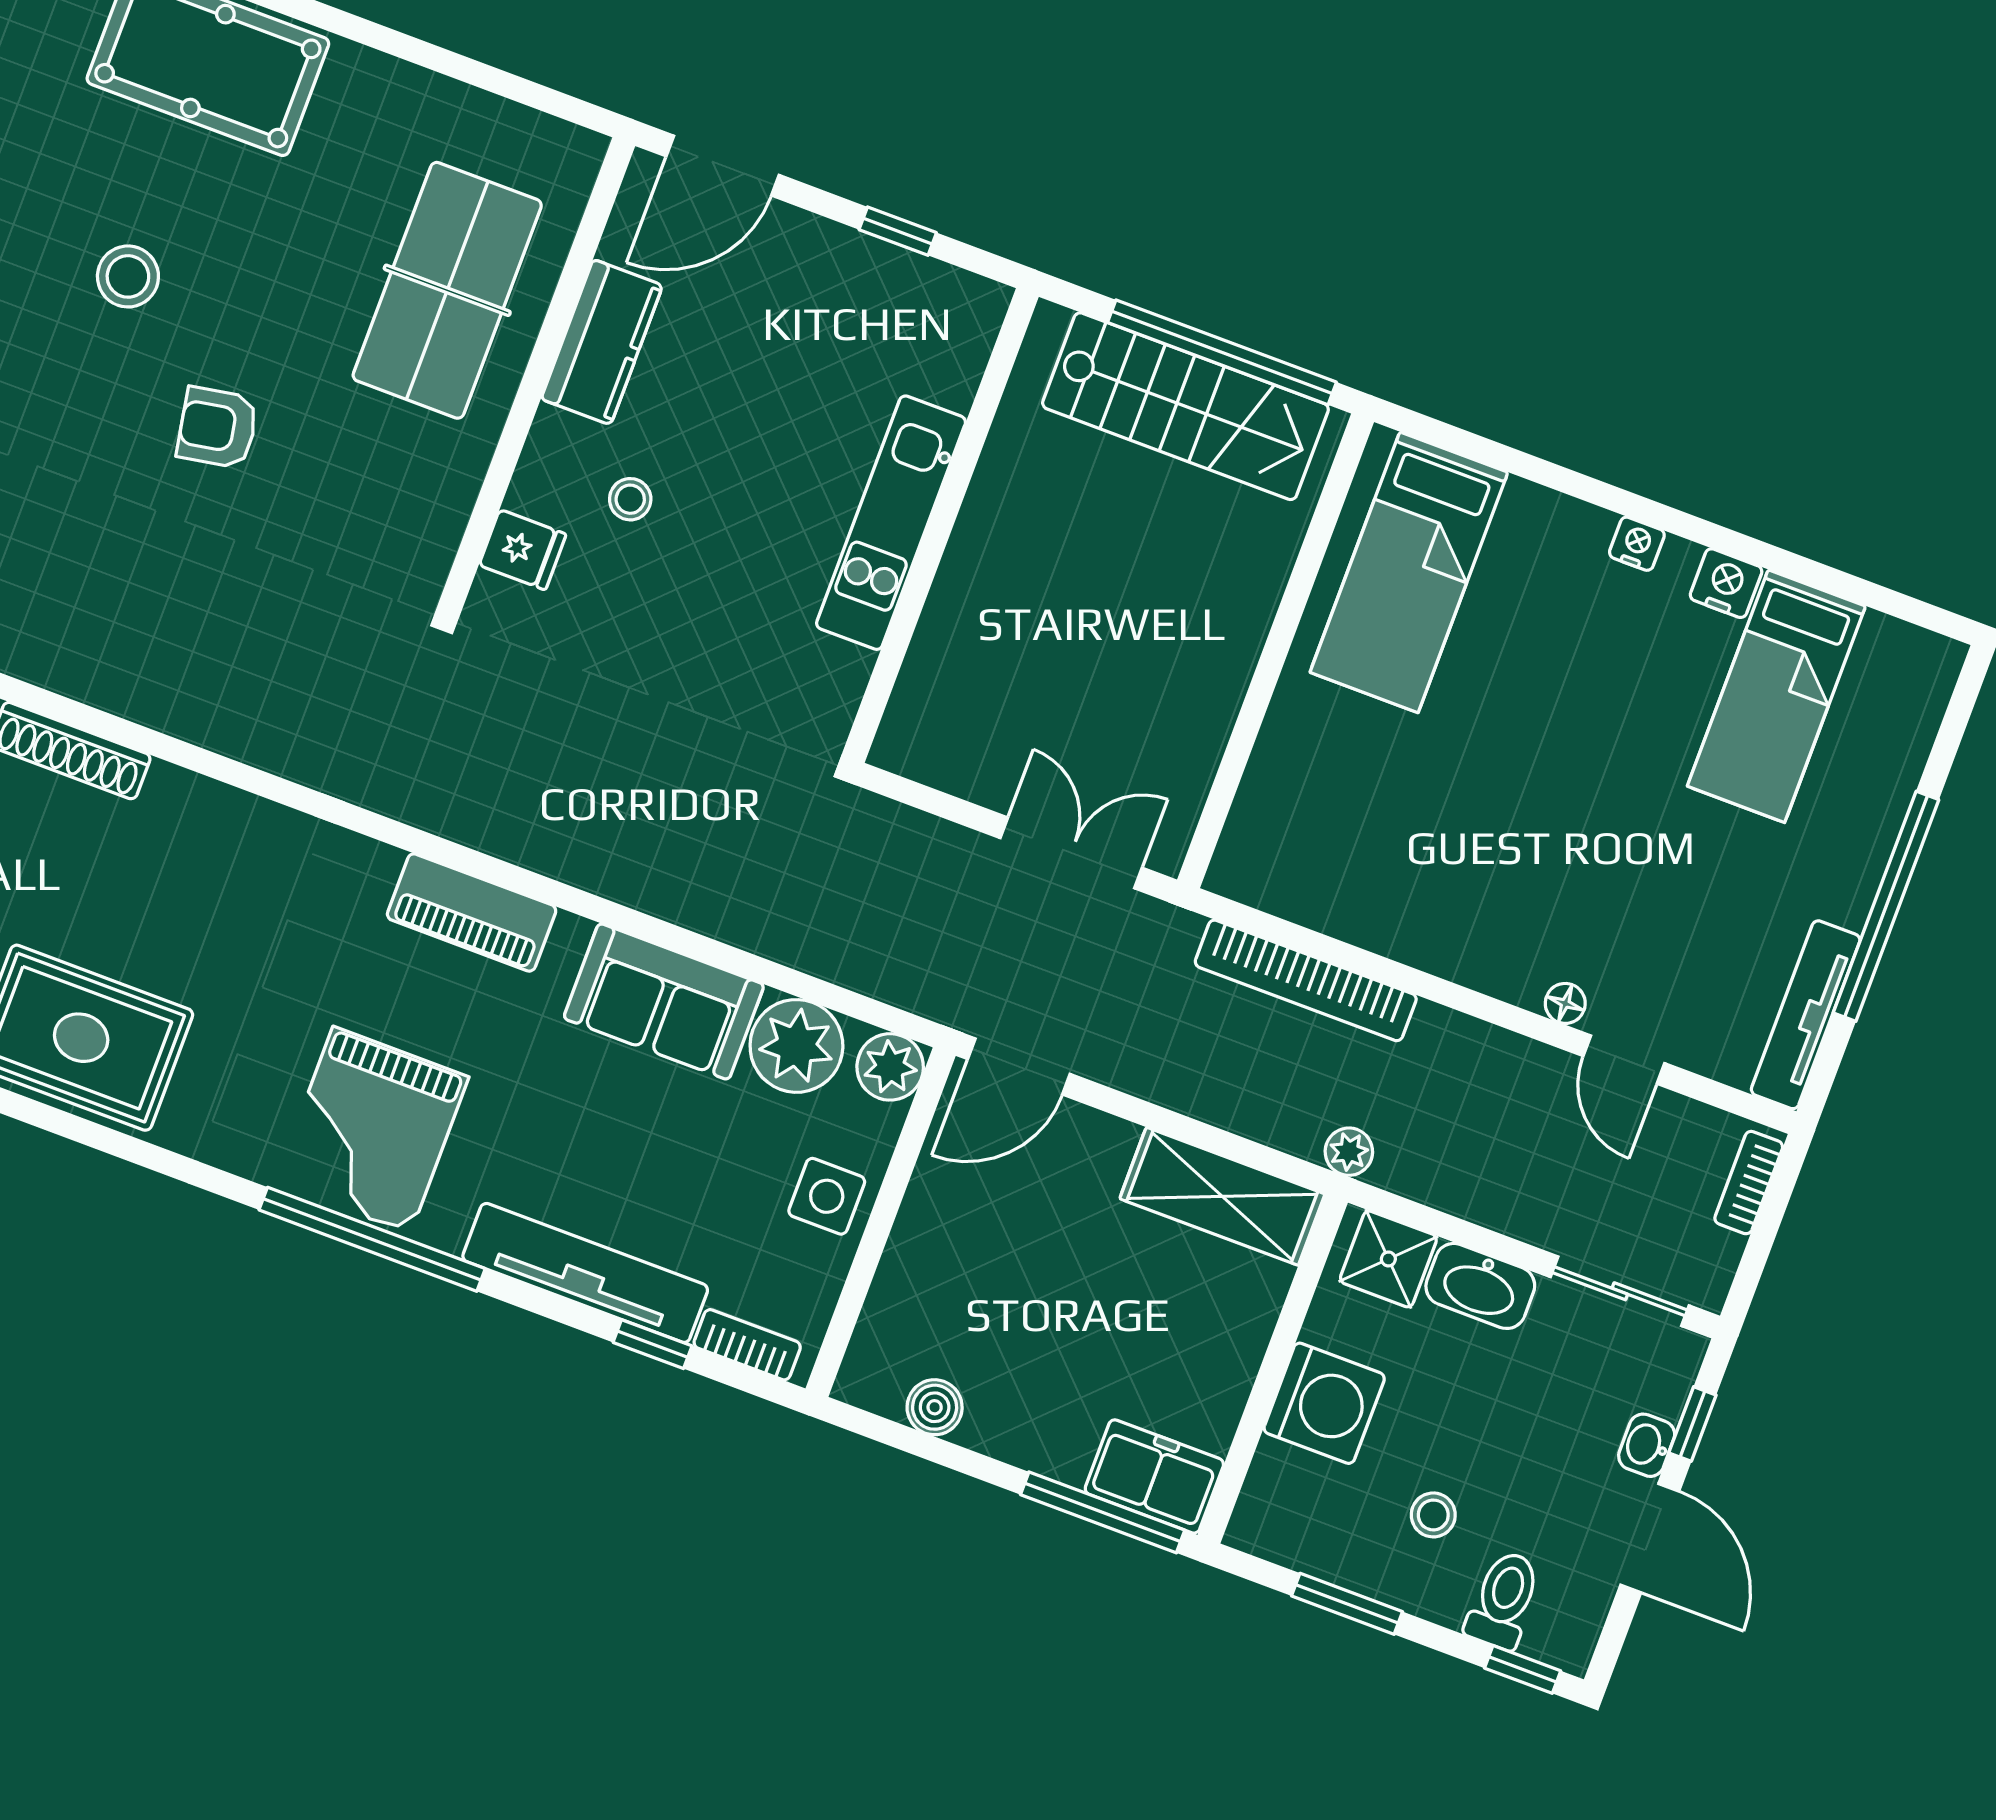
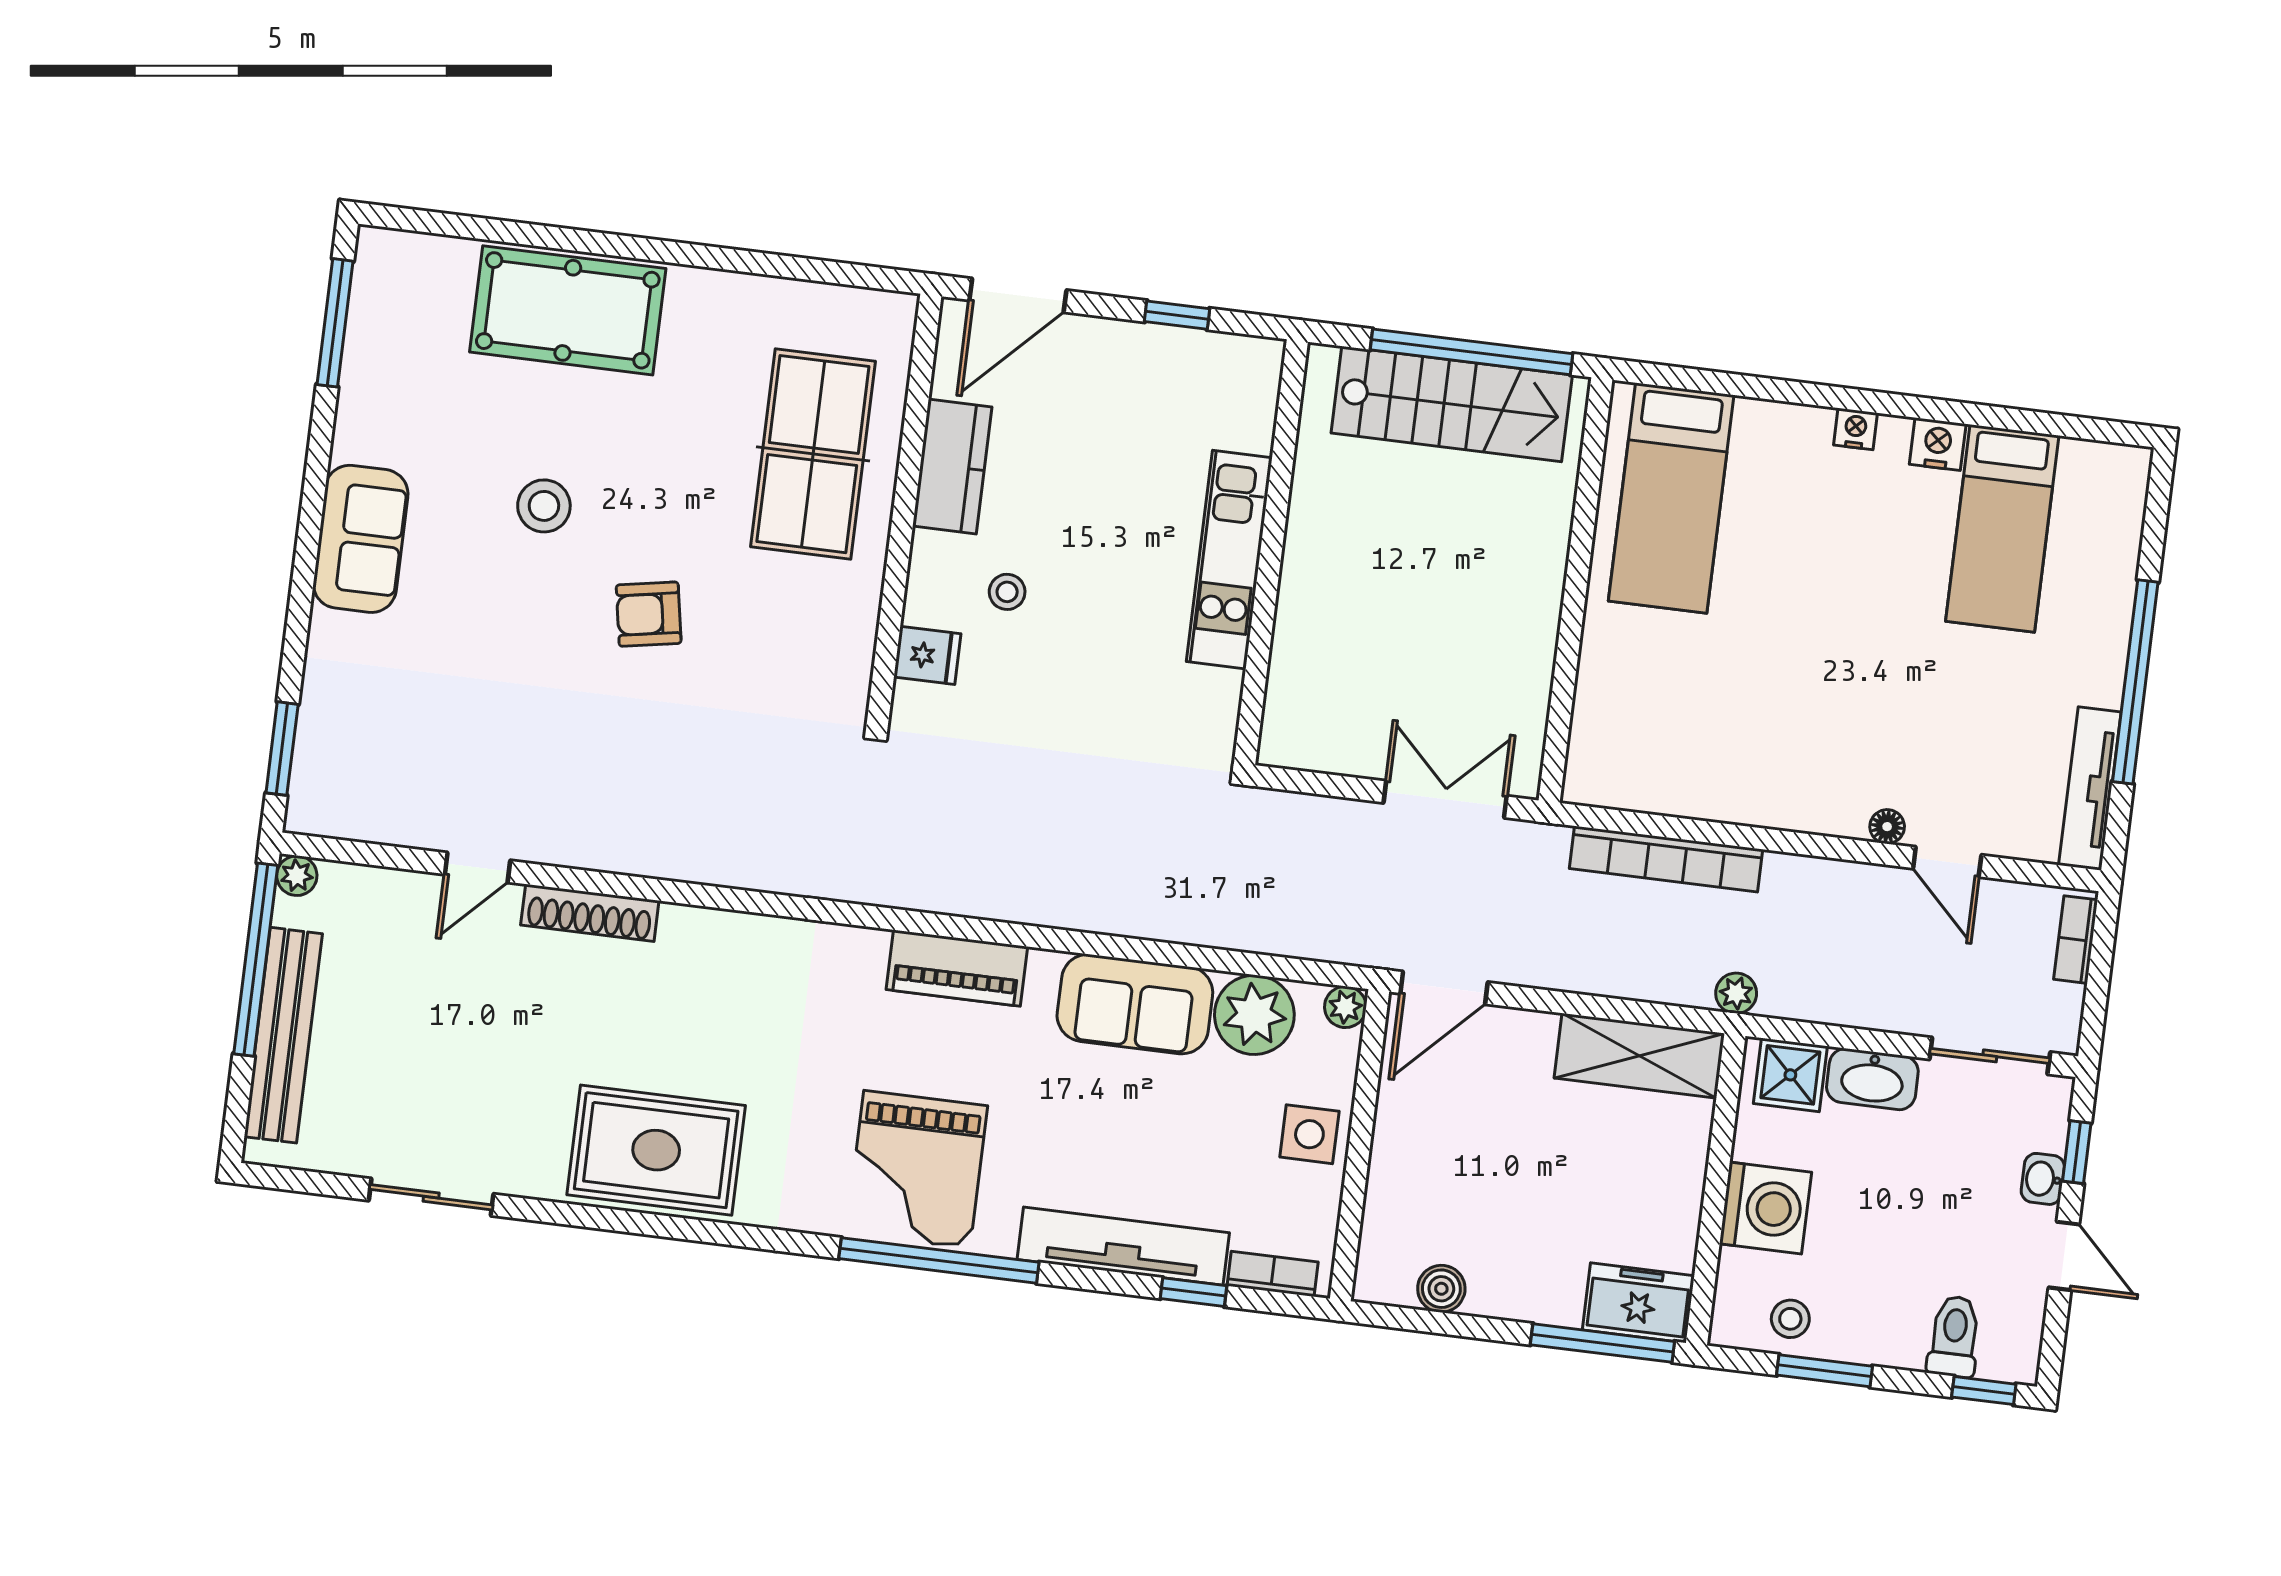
plant: (890, 1067) -> (1345, 1007), width x0.73, depth x0.73
stool: (1433, 1515) -> (1790, 1319), moved
door: (1650, 1538) -> (2064, 1256), width x0.73

